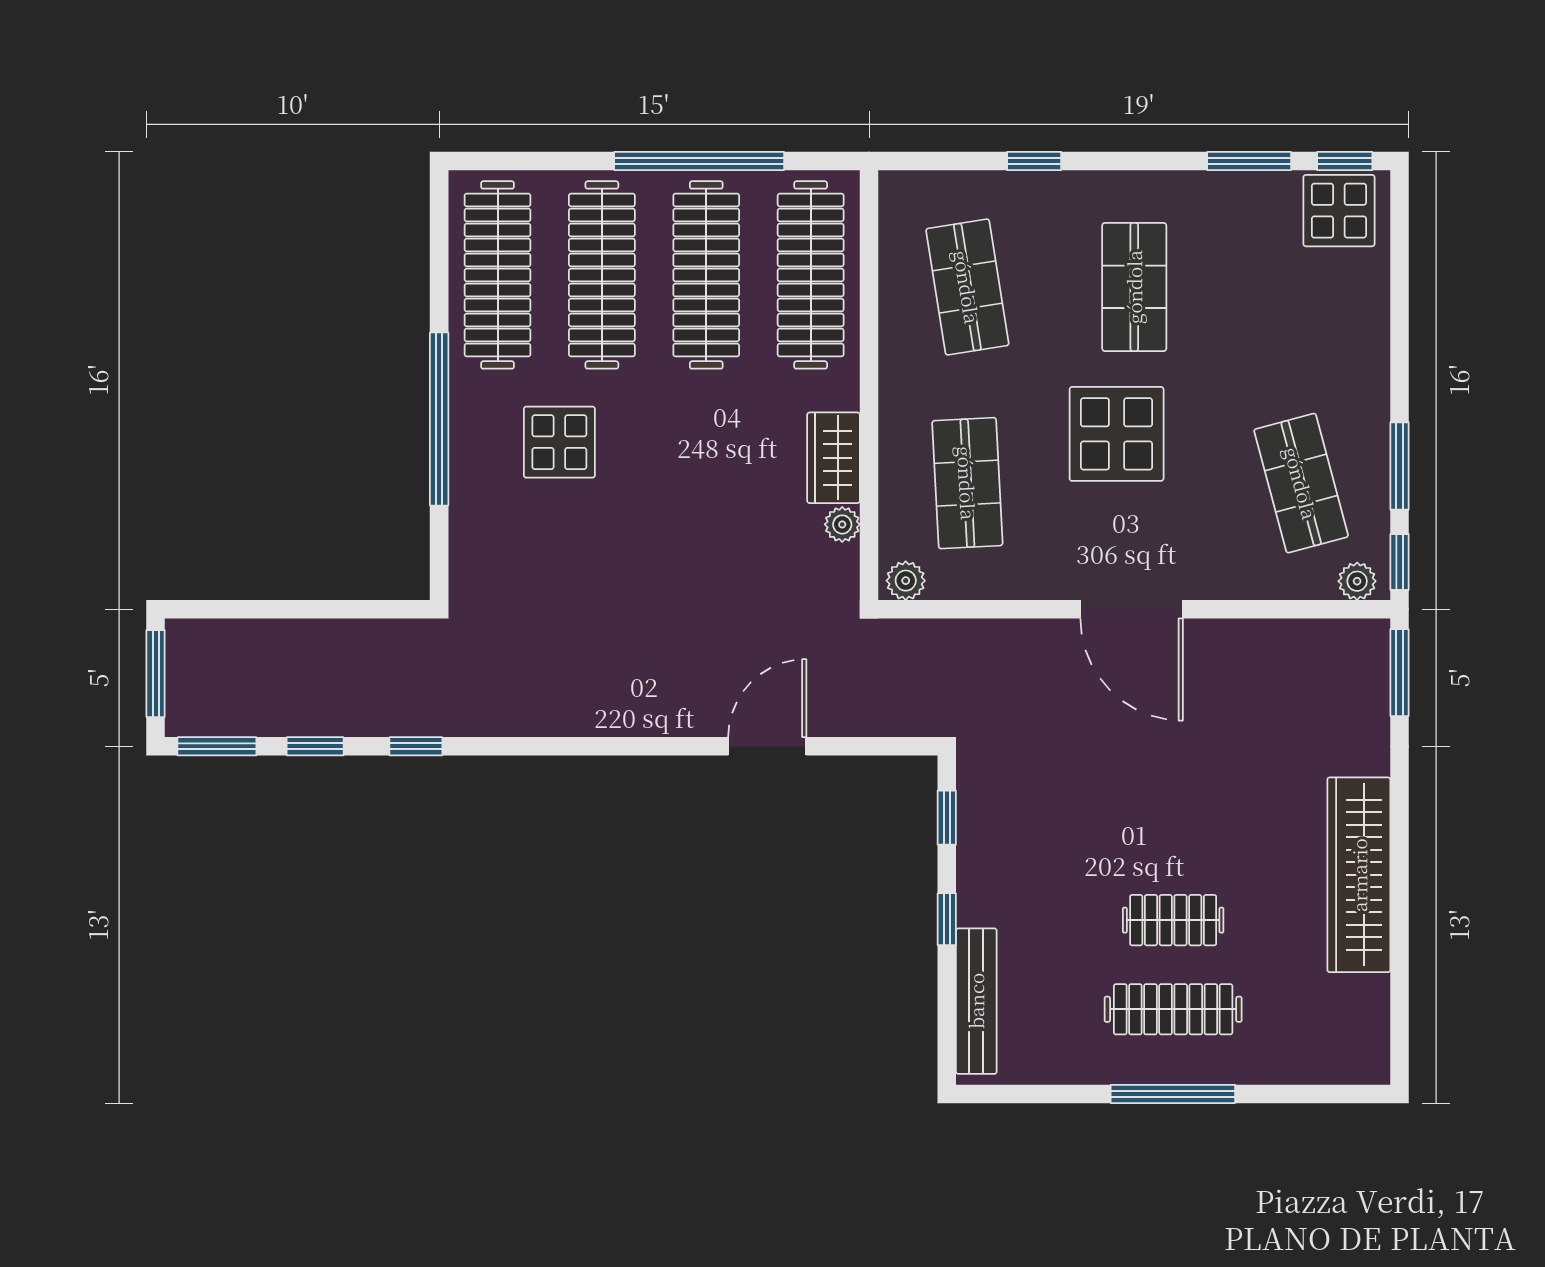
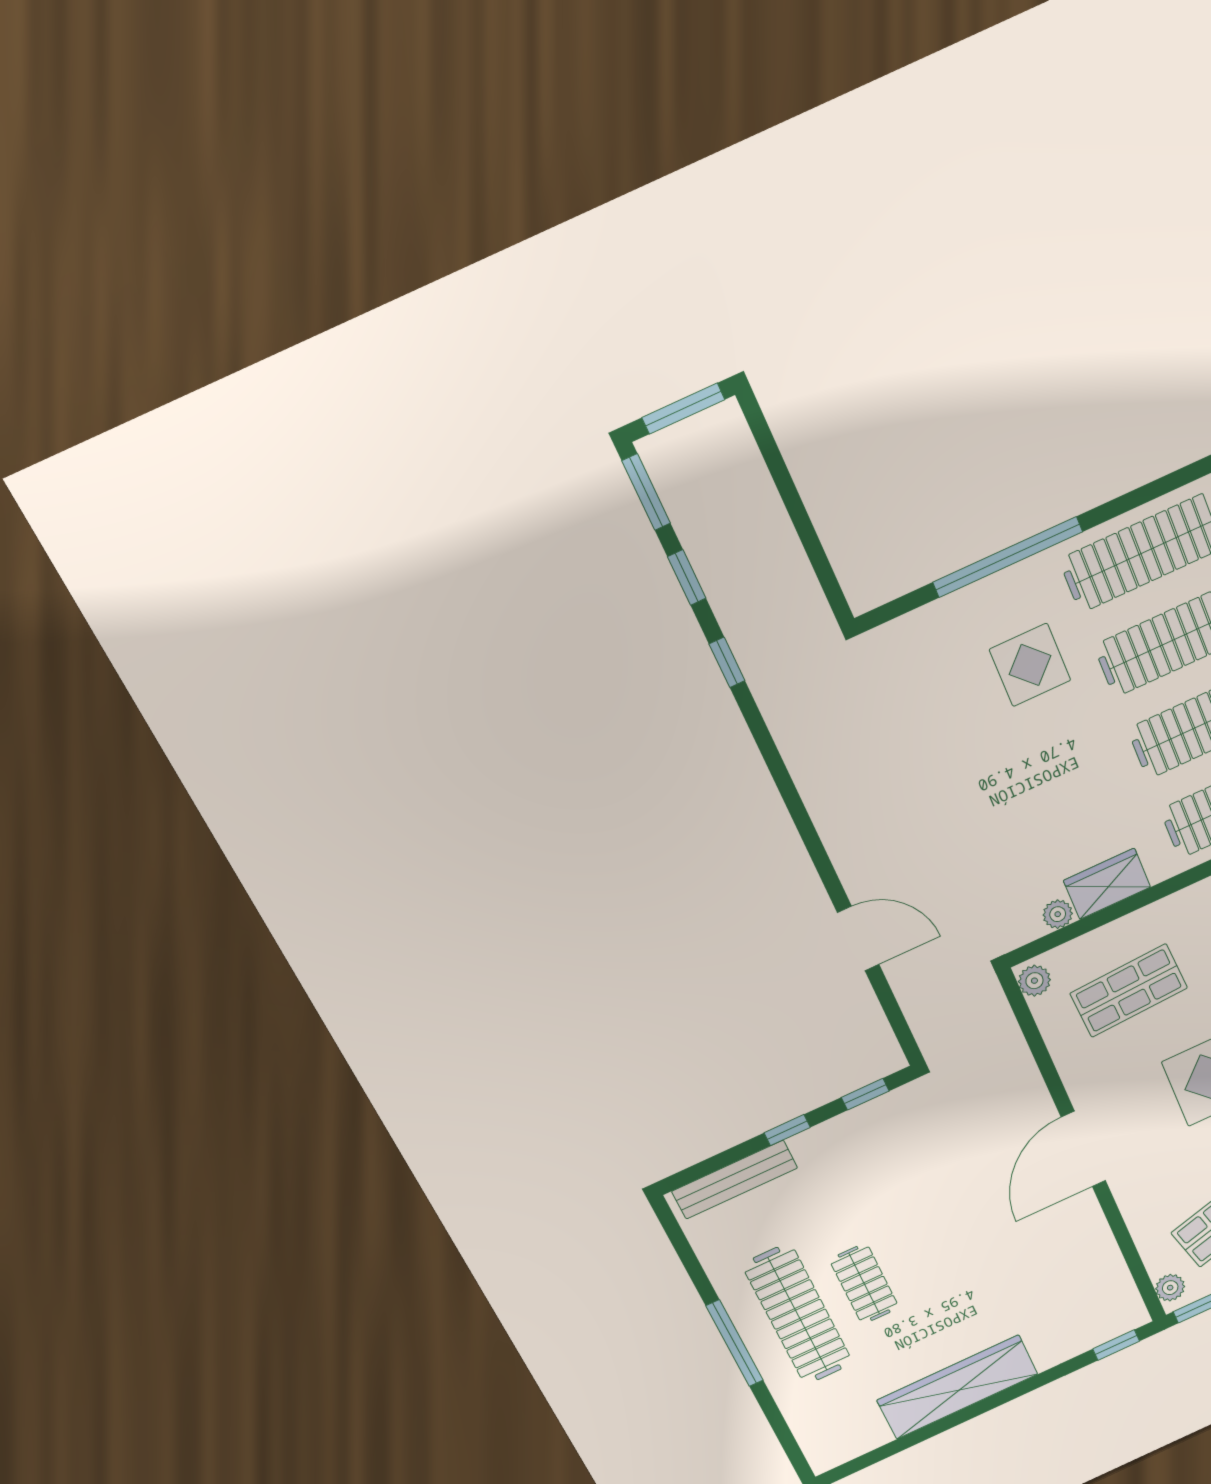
window: (1399, 673) -> (1116, 1345), width x0.67
clothes rail: (1173, 1009) -> (798, 1314), width x1.37, depth x1.31

